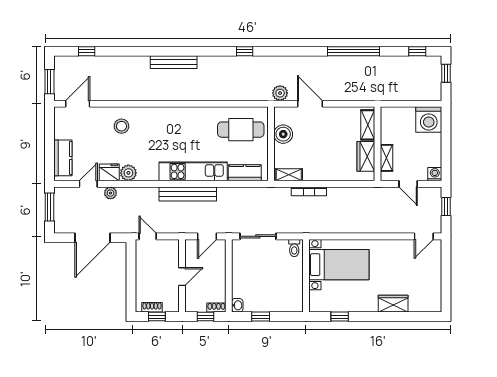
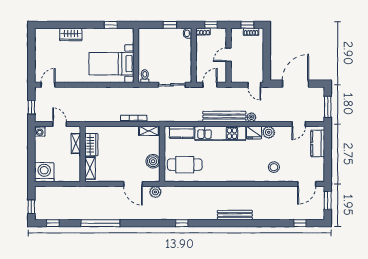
fridge: (109, 172) -> (254, 133), moved
plant: (110, 193) -> (251, 117), moved

